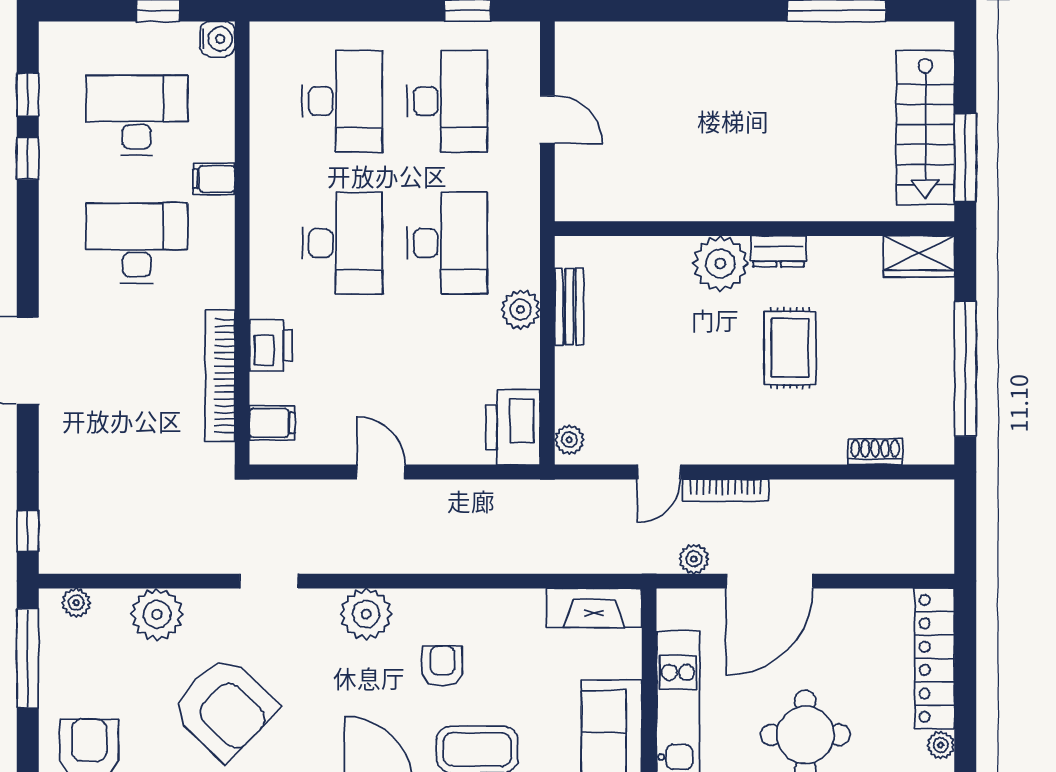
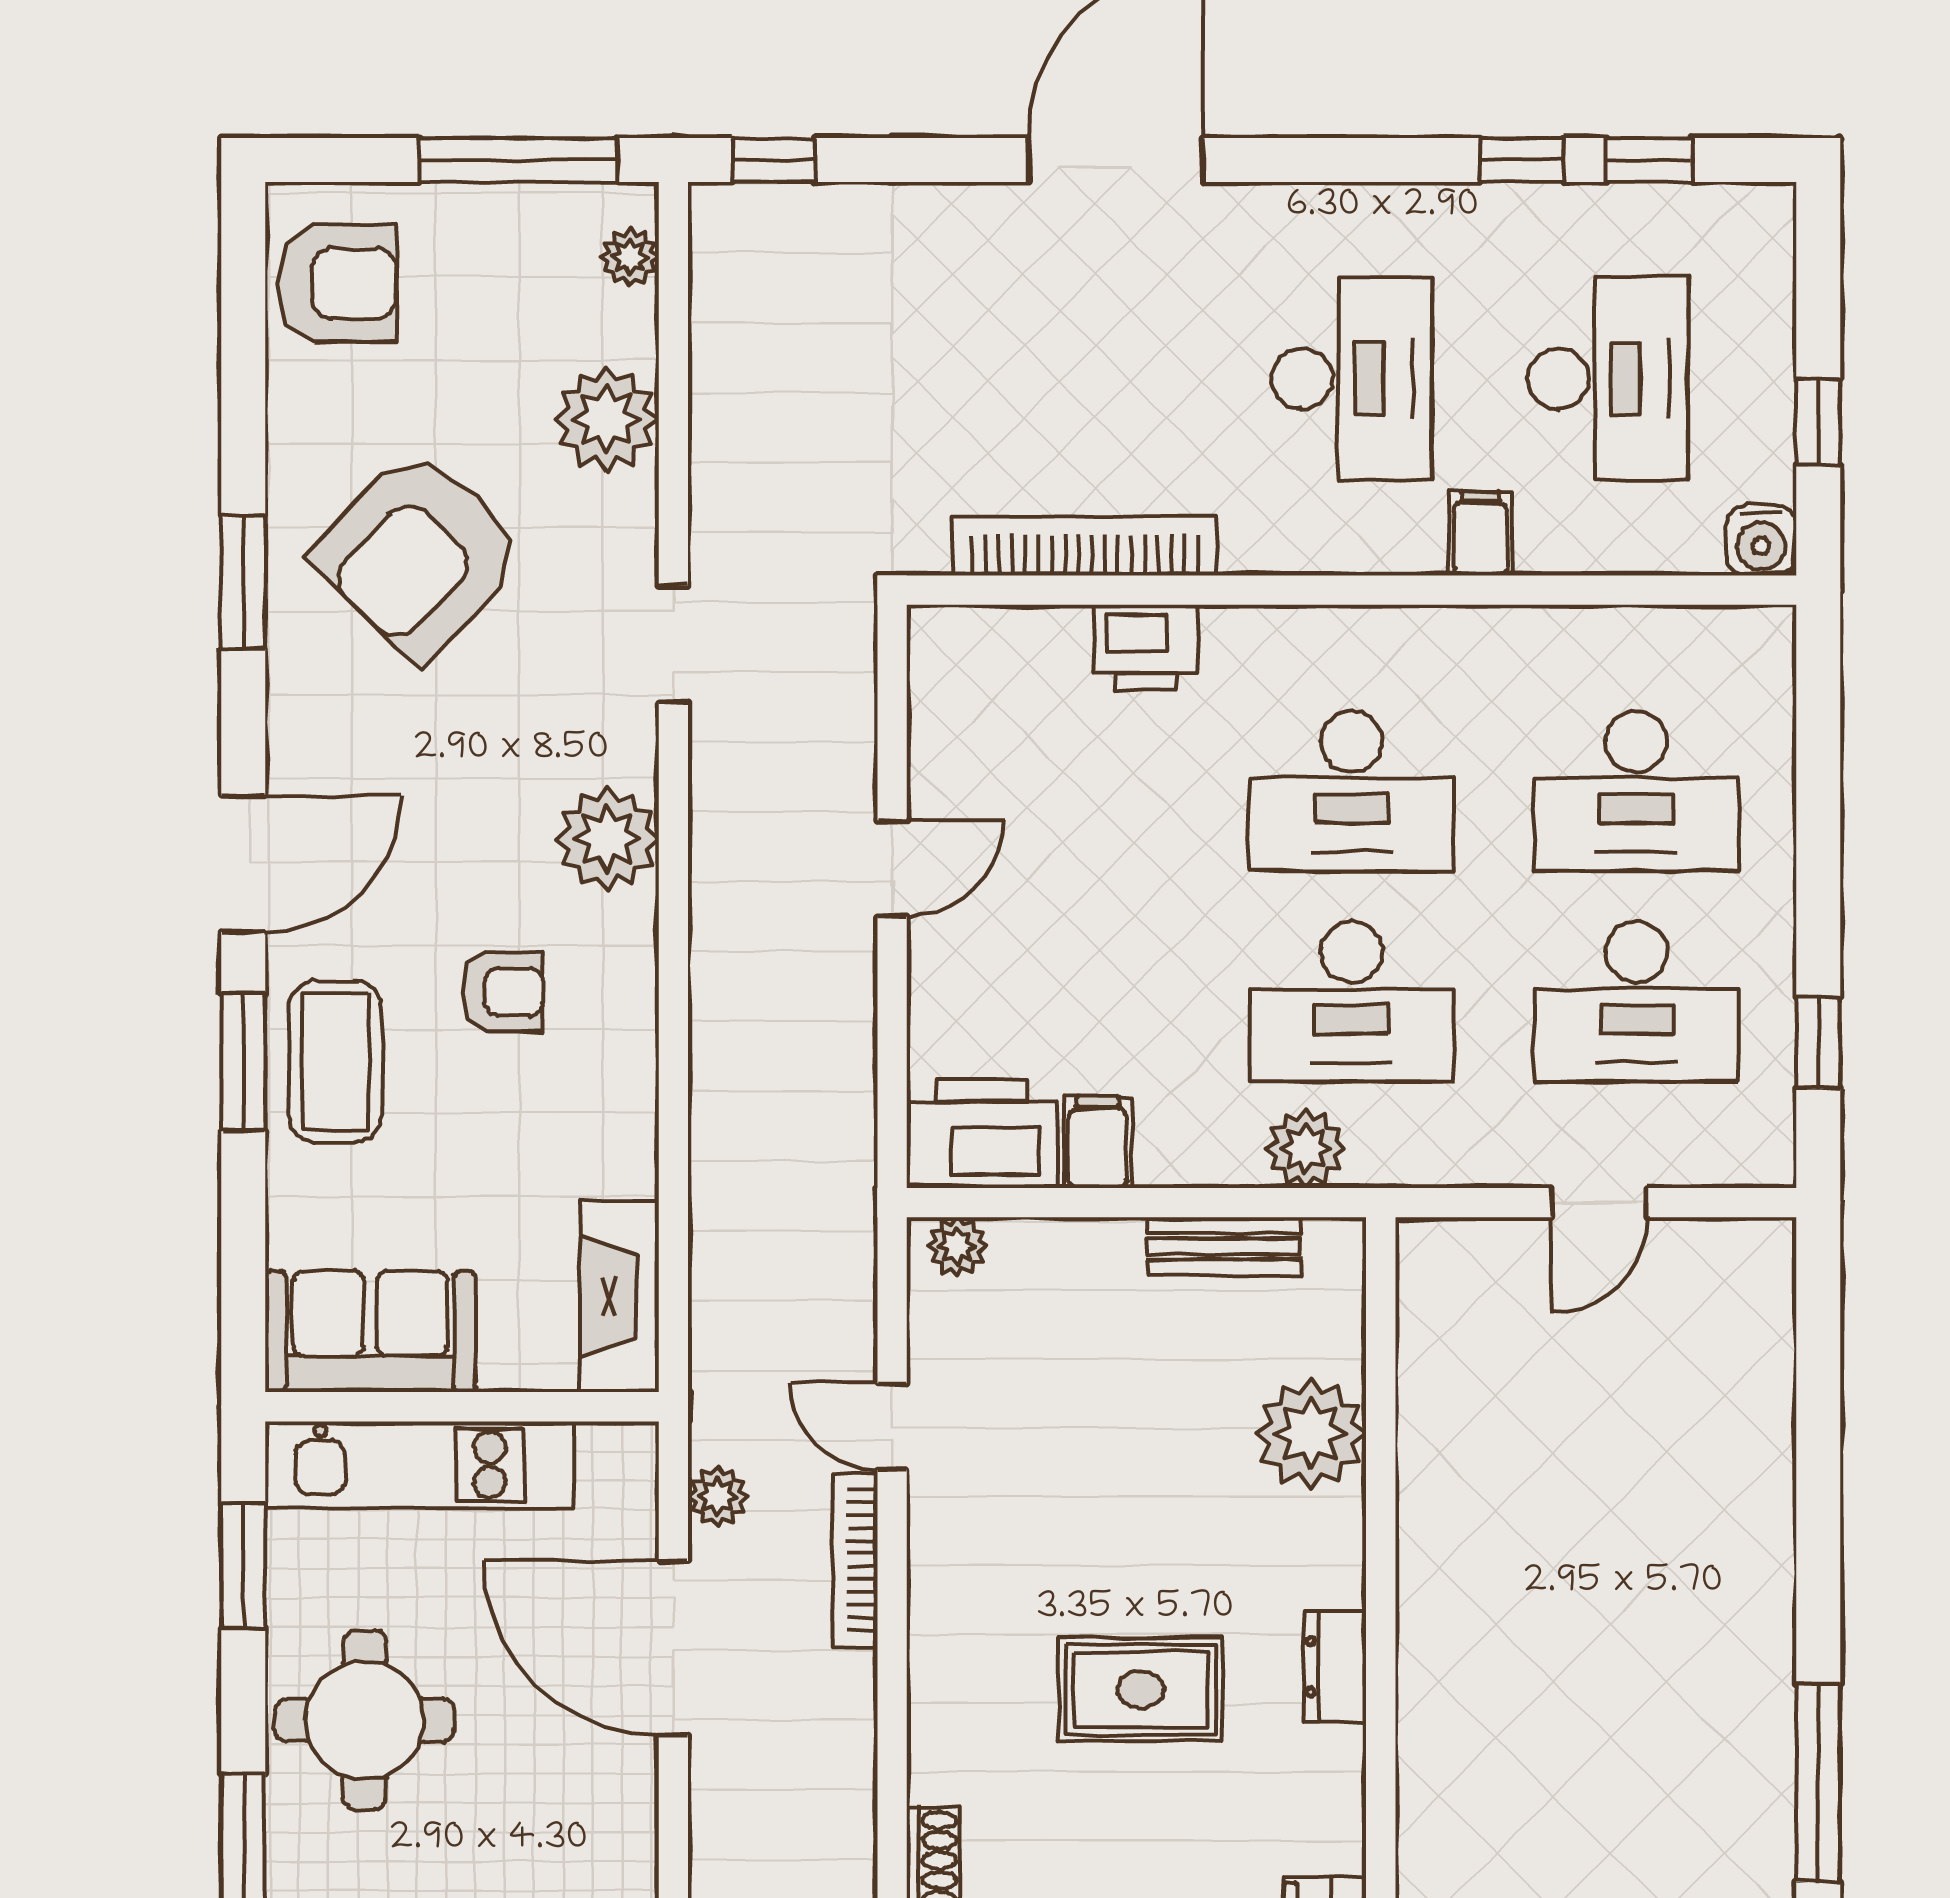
plant: (720, 263) -> (1311, 1434), moved
plant: (520, 310) -> (1306, 1149), moved
filing cabinet: (272, 423) -> (1098, 1142), moved, turned 180

